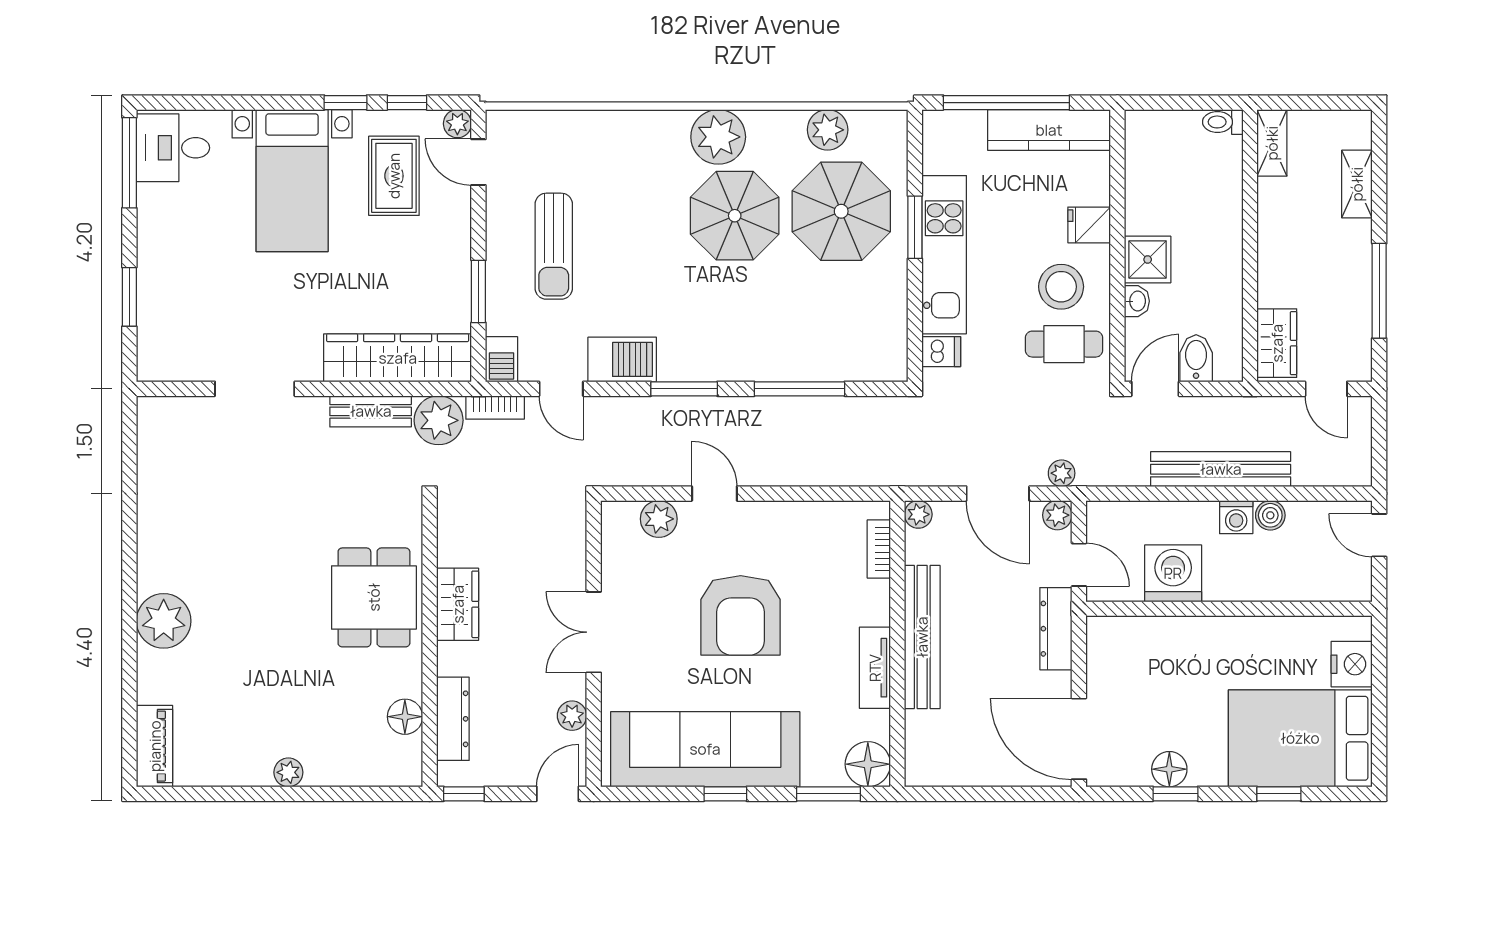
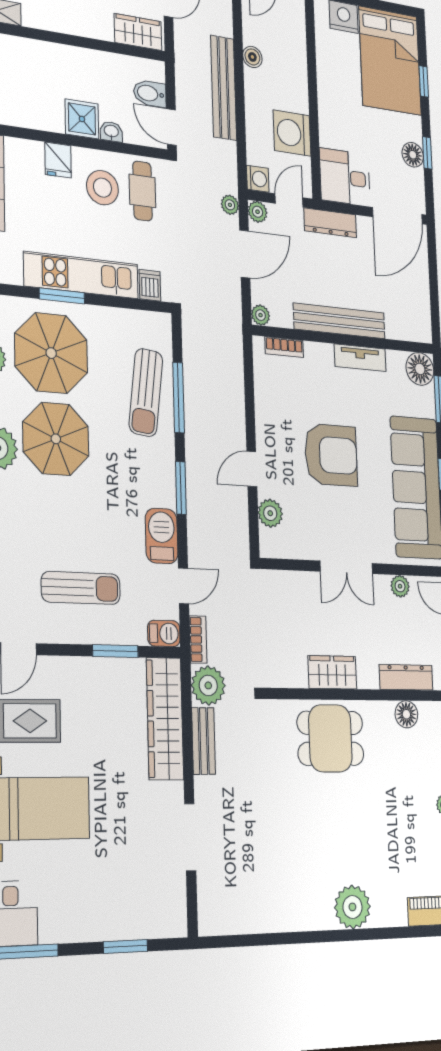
sun lounger: (802, 342) -> (146, 392), added
washing machine: (1236, 517) -> (258, 179), moved
desk: (1123, 655) -> (345, 177), added

